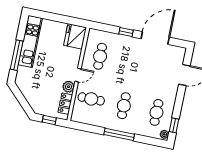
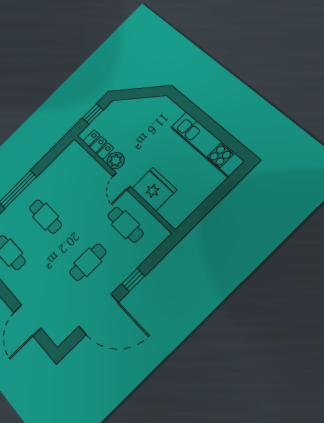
fridge: (75, 36) -> (154, 189), moved
door: (155, 38) -> (99, 314), hinge flipped
window: (17, 55) -> (200, 117), removed
cafe table: (91, 99) -> (88, 262), moved

